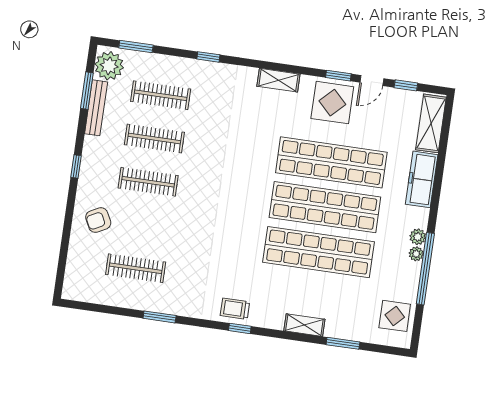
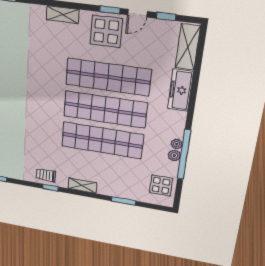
plant: (418, 237) -> (174, 155), moved
shelving: (304, 325) -> (82, 186), moved

